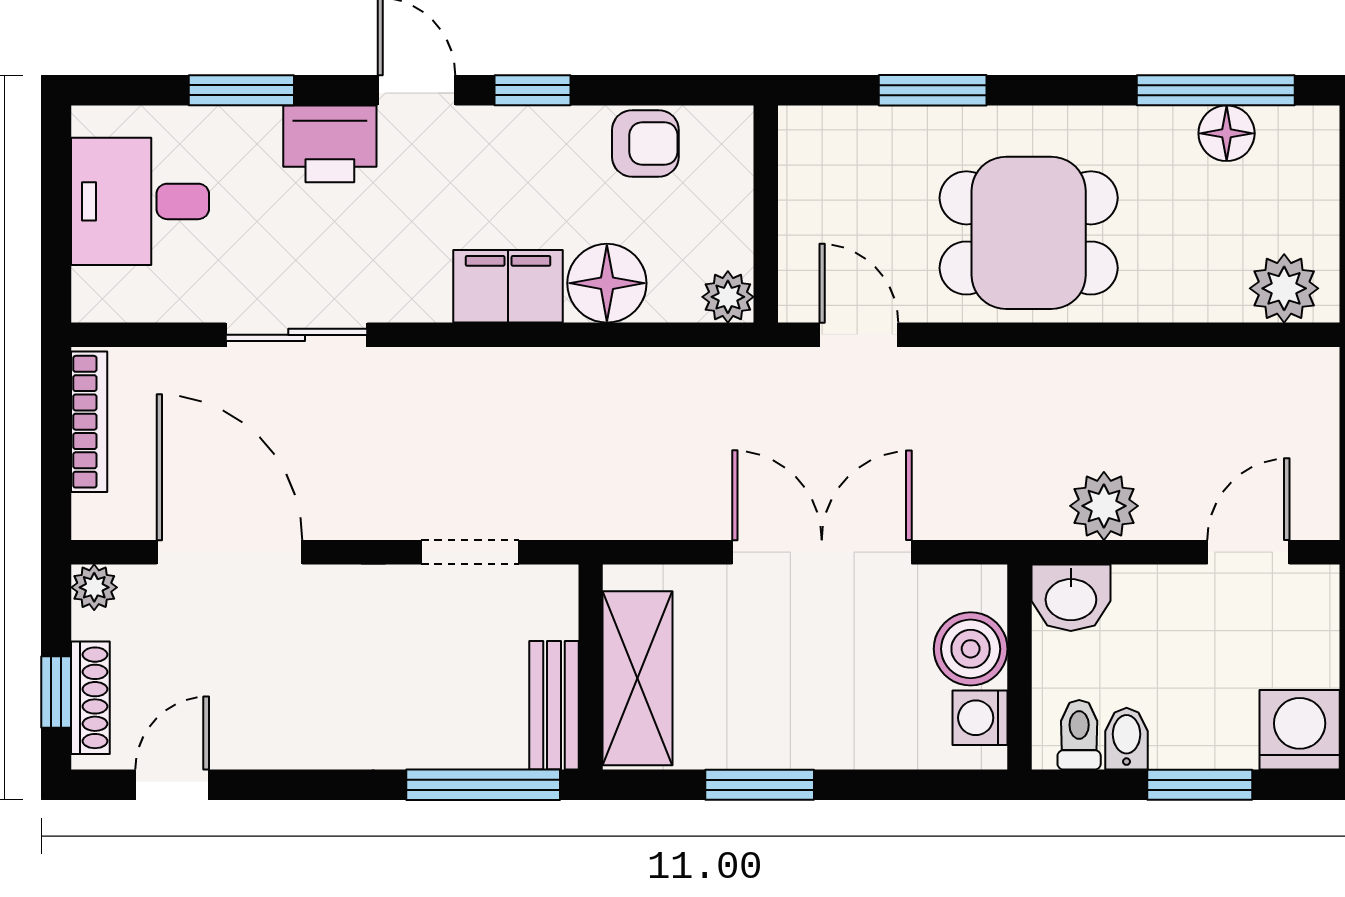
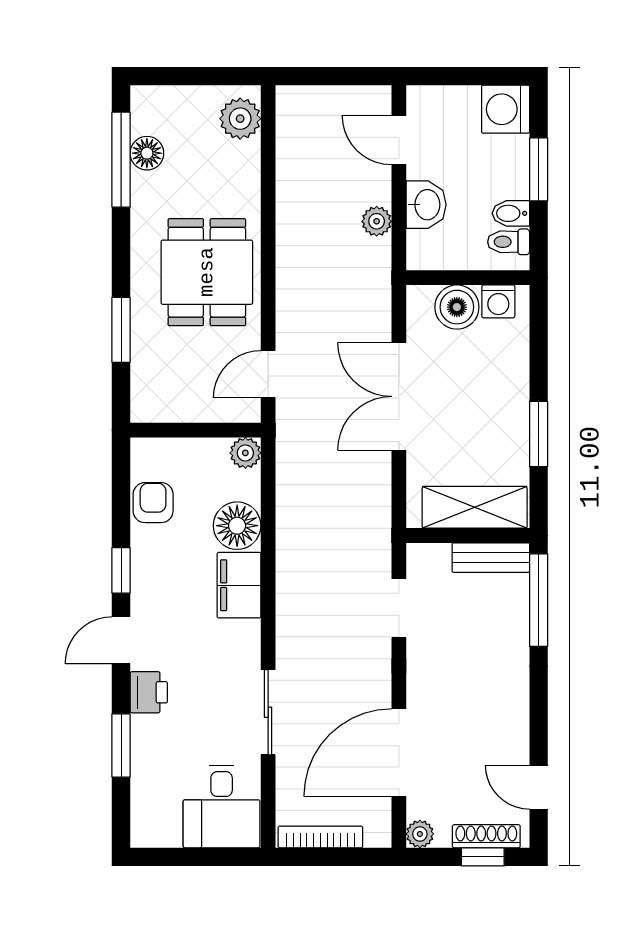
printer: (330, 144) -> (149, 692), width x0.73, depth x0.81
desk: (140, 201) -> (222, 806), moved
plant: (1104, 506) -> (377, 221), width x0.73, depth x0.73
washbasin: (1071, 598) -> (426, 205), moved

